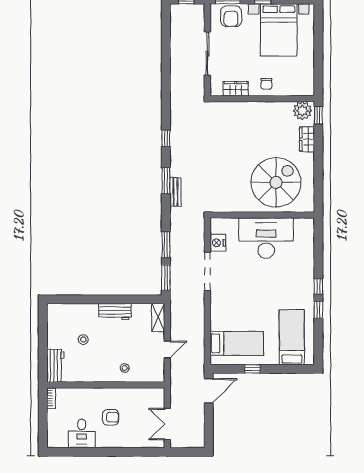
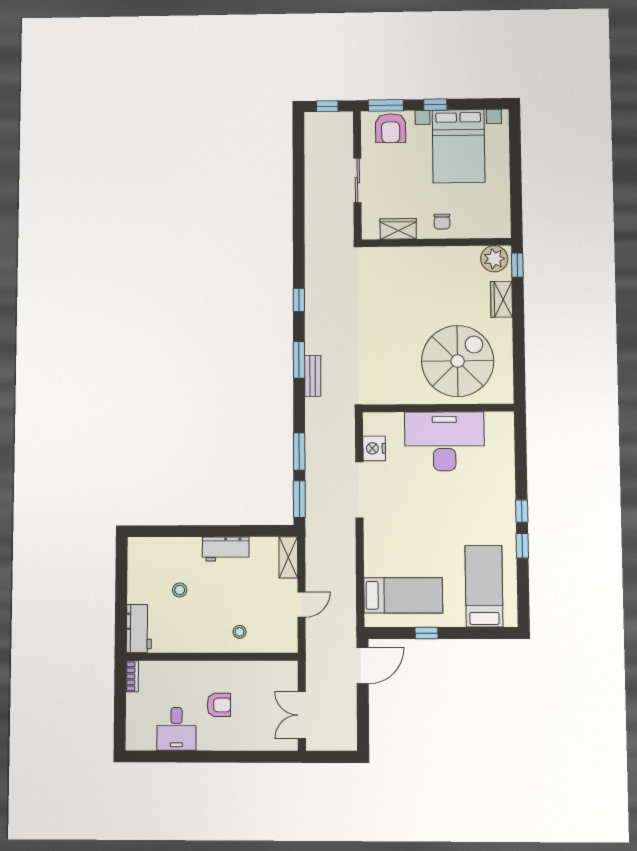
sliding door: (207, 54) -> (357, 180), width x0.73

